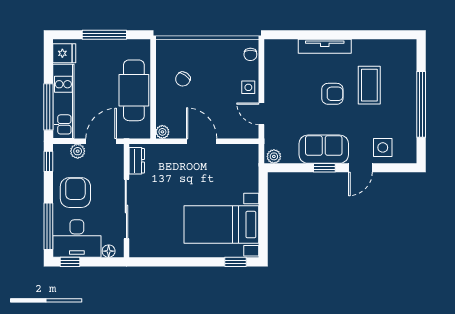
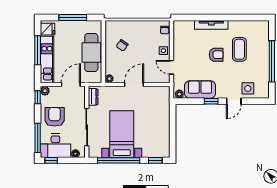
window: (48, 107) -> (38, 50), moved
door: (202, 141) -> (134, 84), hinge flipped
sofa: (324, 149) -> (200, 90), moved
plant: (78, 151) -> (45, 91), moved
bed with nightstands: (221, 225) -> (122, 134), moved, turned 90
window: (177, 262) -> (119, 160), added

